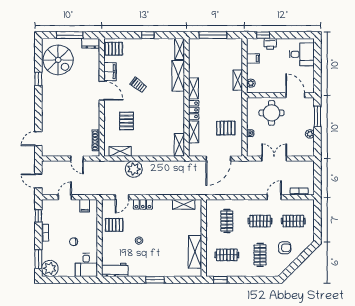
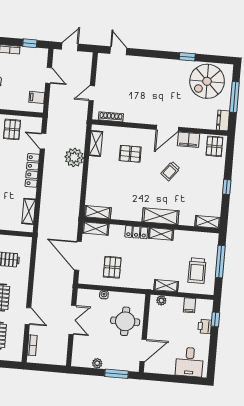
trolley: (222, 55) -> (197, 271), added
shelving: (178, 76) -> (161, 216), moved
shelving: (194, 132) -> (96, 229), moved
locker: (143, 204) -> (32, 170), width x1.53

